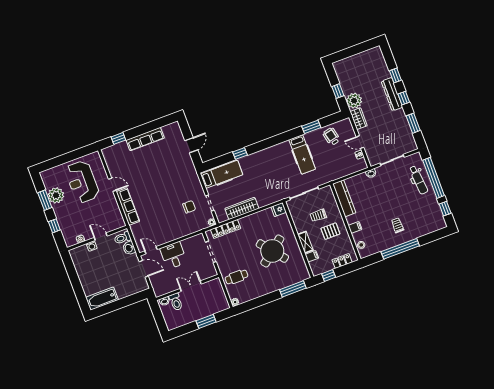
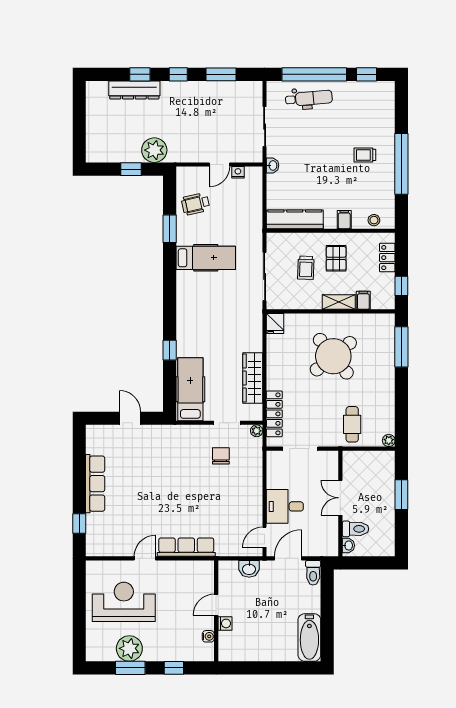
dresser: (392, 94) -> (134, 90), moved
wardrobe: (359, 119) -> (184, 154), removed
reception desk: (82, 182) -> (124, 602), turned 180
toilet: (123, 238) -> (313, 573), moved

